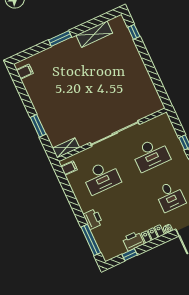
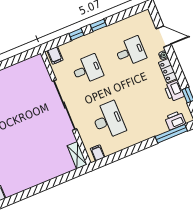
filing cabinet: (163, 122) -> (55, 55), added
window: (38, 126) -> (54, 182), removed
desk: (151, 154) -> (87, 69), width x0.73
printer: (93, 219) -> (175, 120), moved

